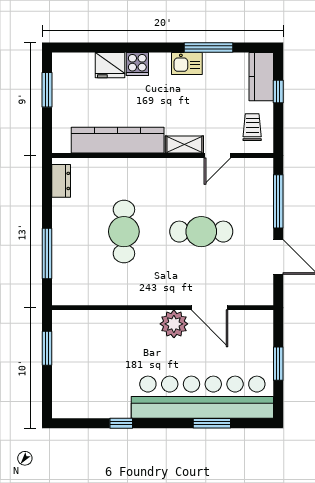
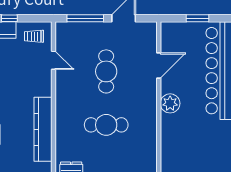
shelving: (184, 145) -> (46, 83), removed
plant: (174, 324) -> (170, 103), moved

